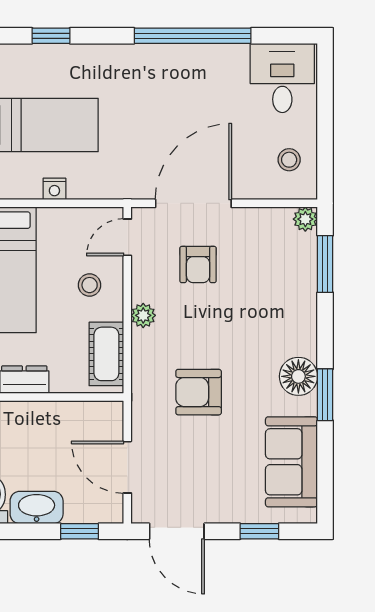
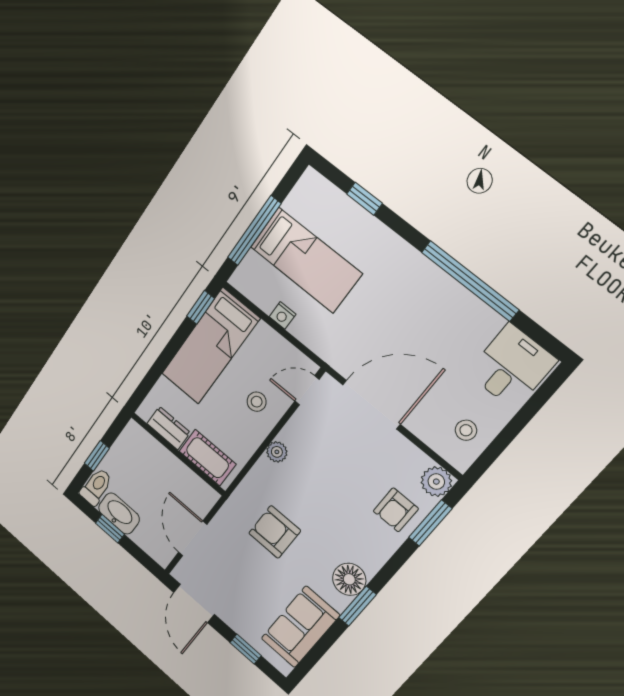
plant: (305, 219) -> (436, 482), width x1.38, depth x1.38
armchair: (198, 265) -> (396, 510), moved
cot: (106, 354) -> (208, 458), moved, turned 90
window: (80, 531) -> (110, 529), moved

